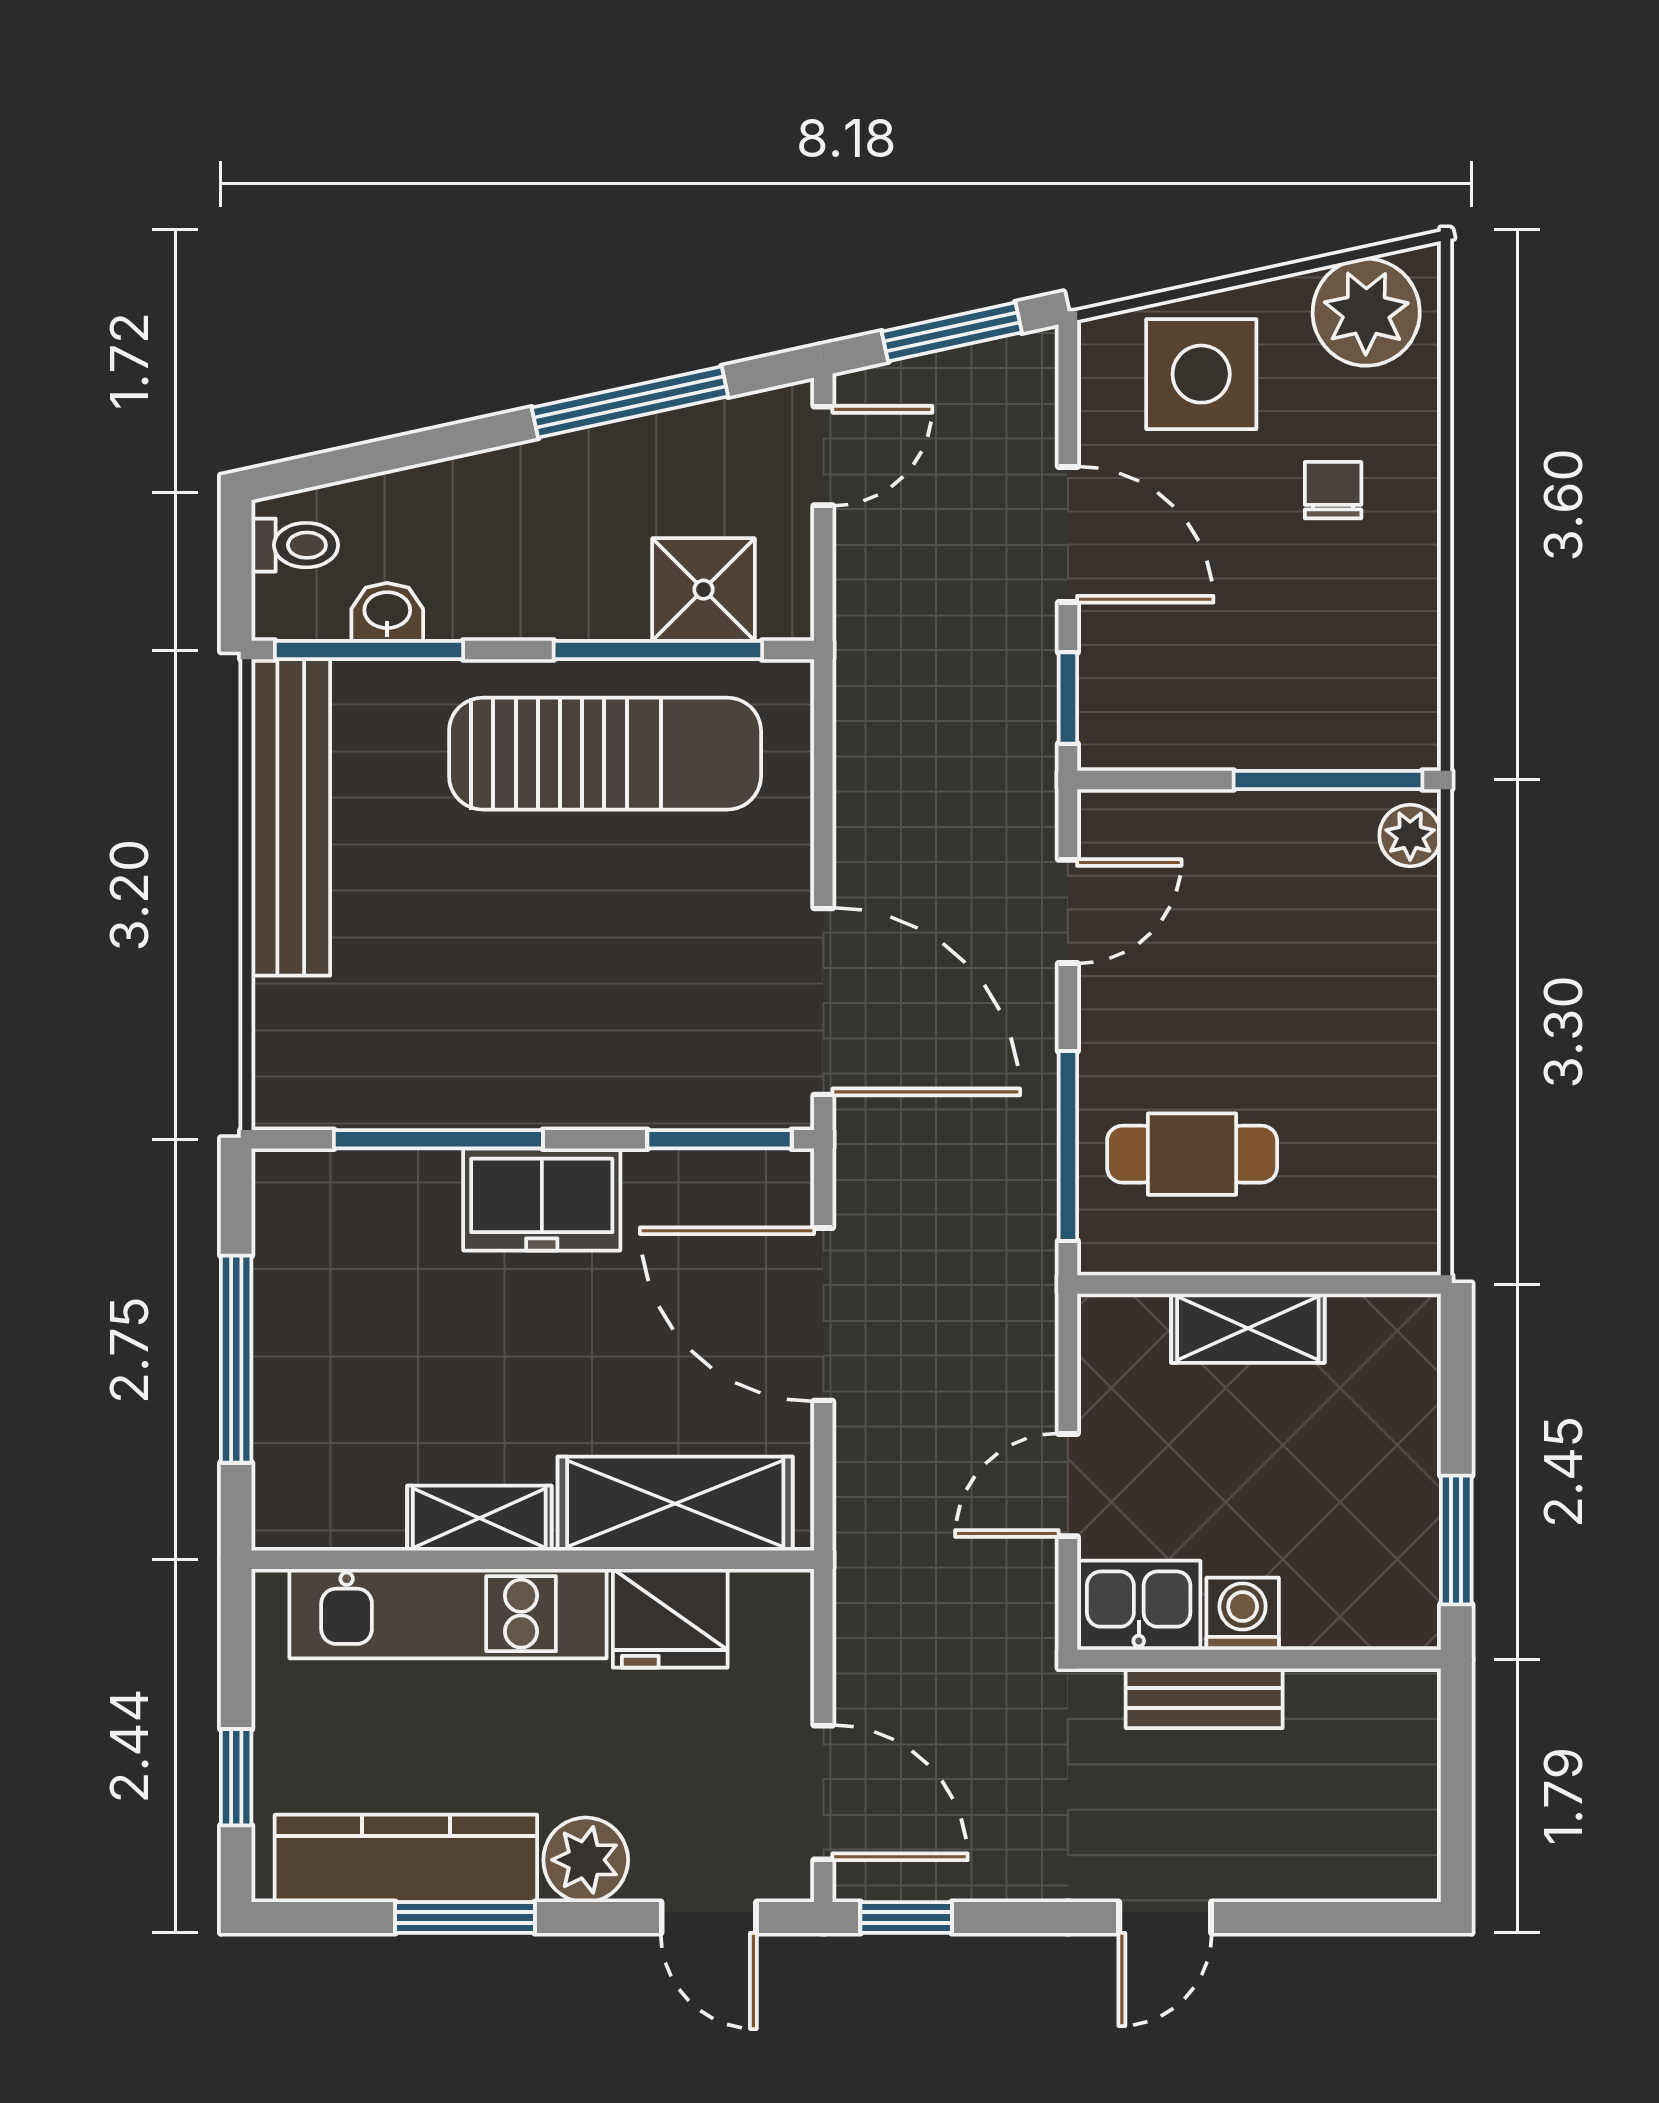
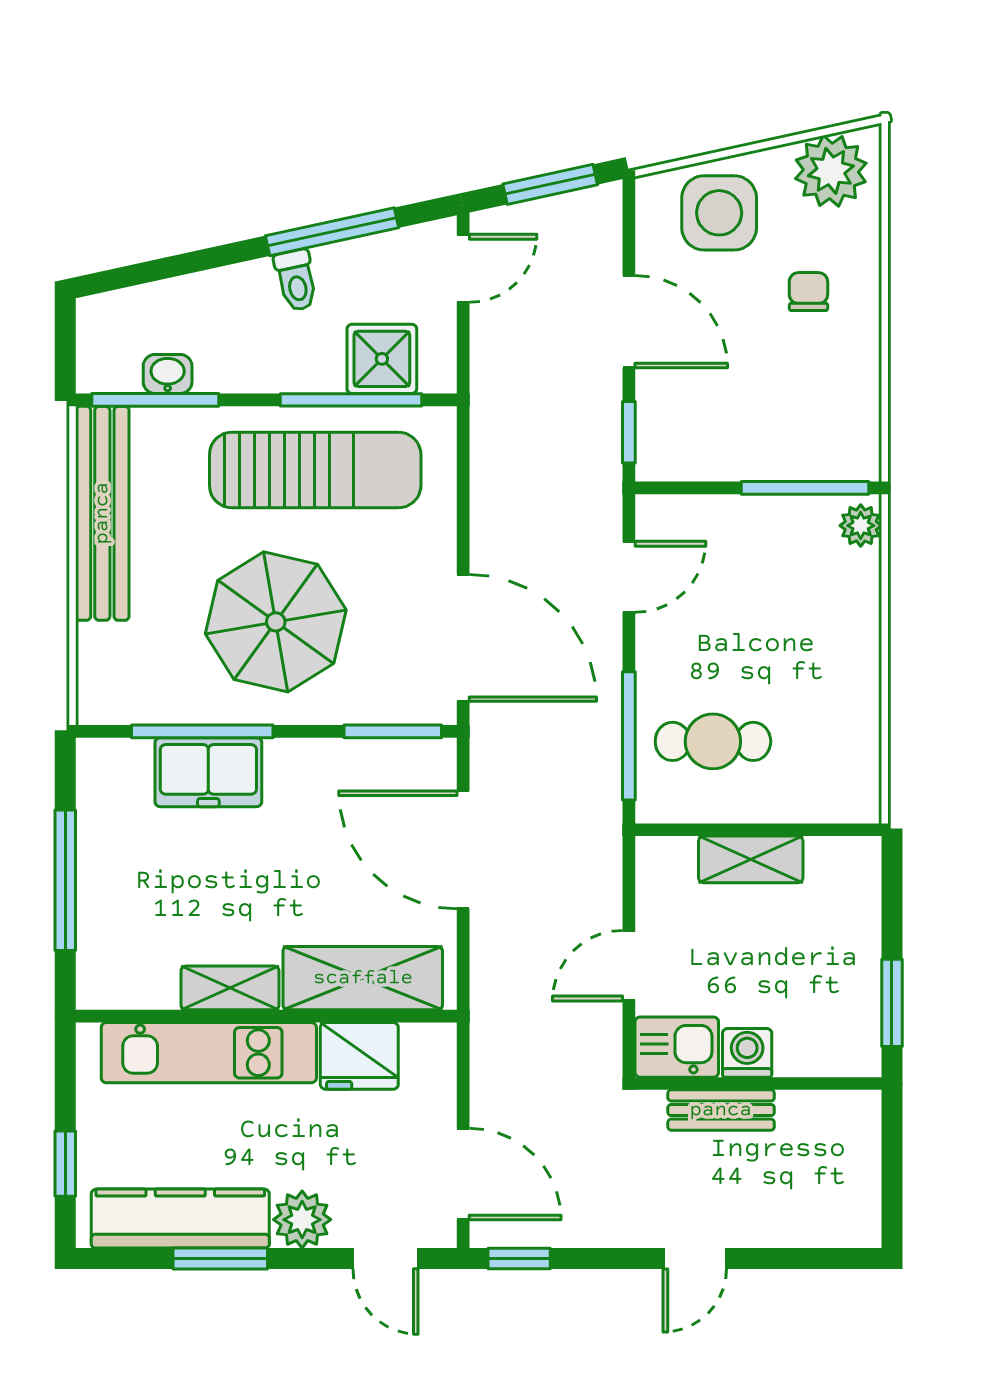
toilet: (295, 545) -> (296, 280), moved, turned 78
parasol: (547, 978) -> (276, 622), added
freezer: (542, 1200) -> (208, 772), moved

